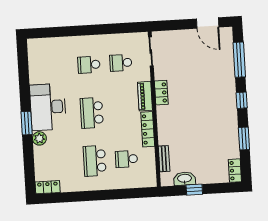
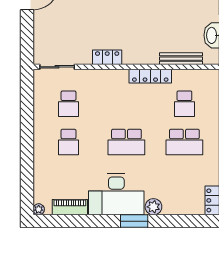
plant: (32, 43) -> (39, 209), added
piano: (145, 96) -> (70, 207), moved, turned 180
bench: (164, 159) -> (181, 59), width x1.36

